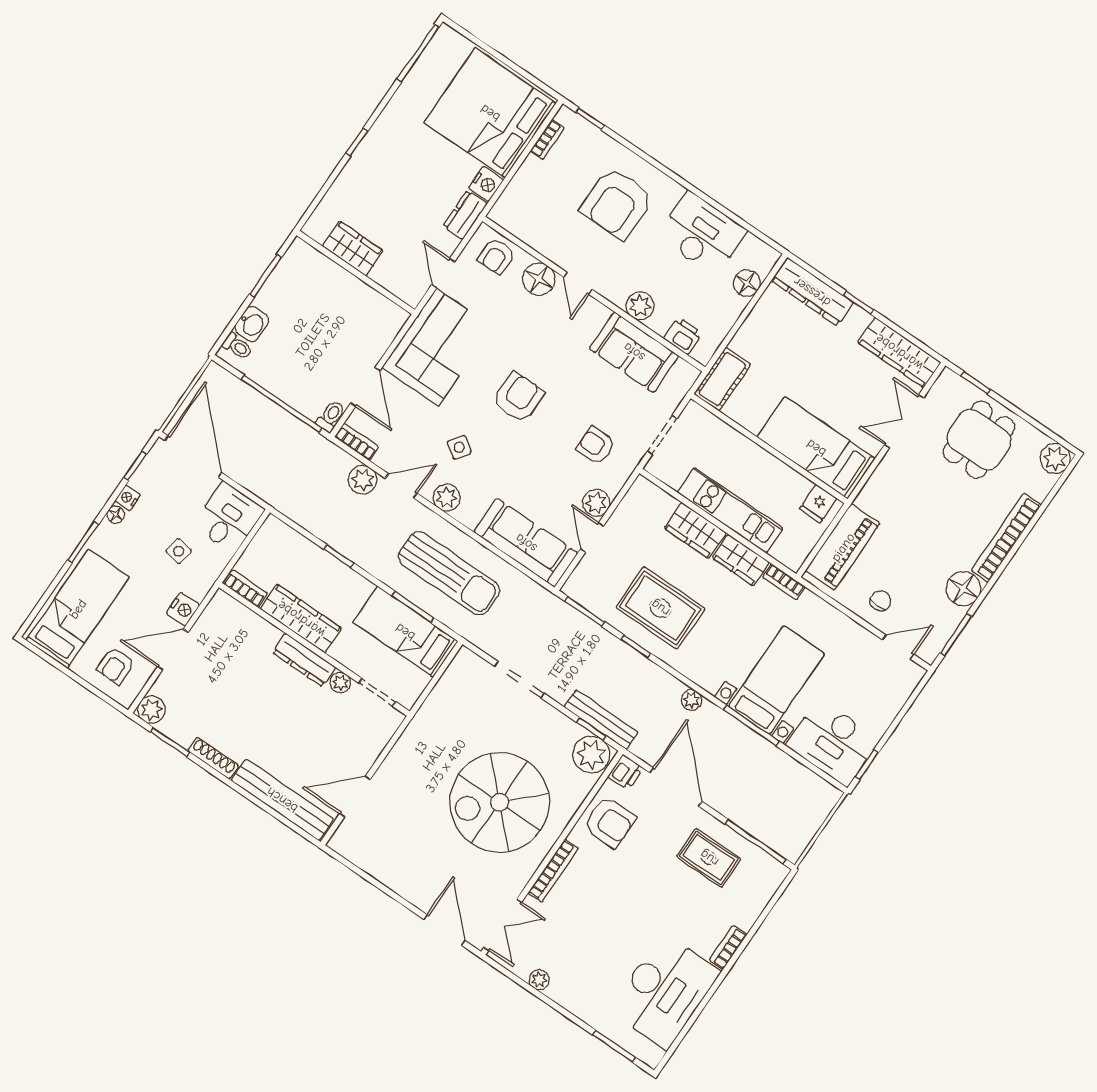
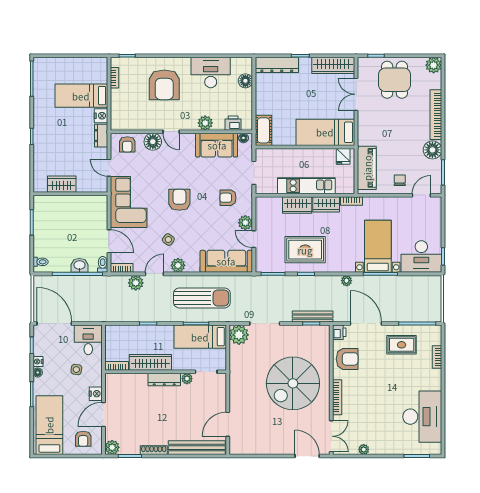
bed: (490, 113) -> (81, 96), width x0.49
washbasin: (252, 324) -> (79, 265), moved, turned -90
floor lamp: (683, 370) -> (243, 138), added
plant: (591, 755) -> (239, 335), moved
bookcase: (728, 947) -> (437, 357), moved

